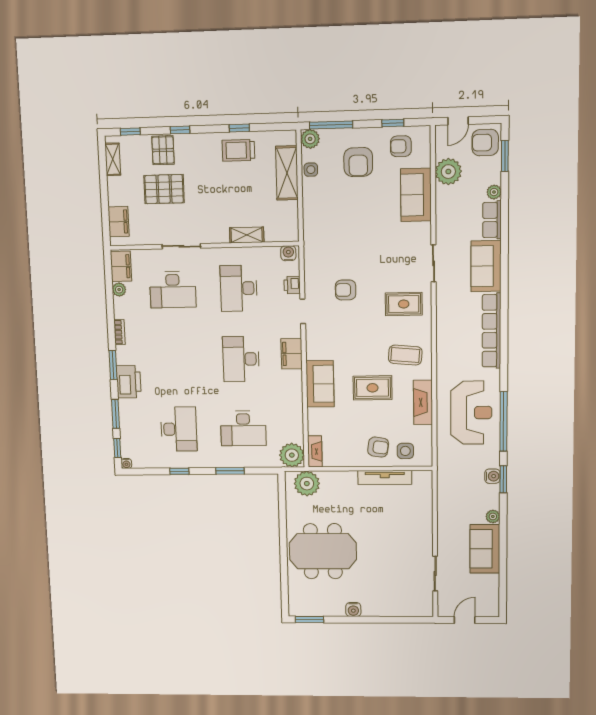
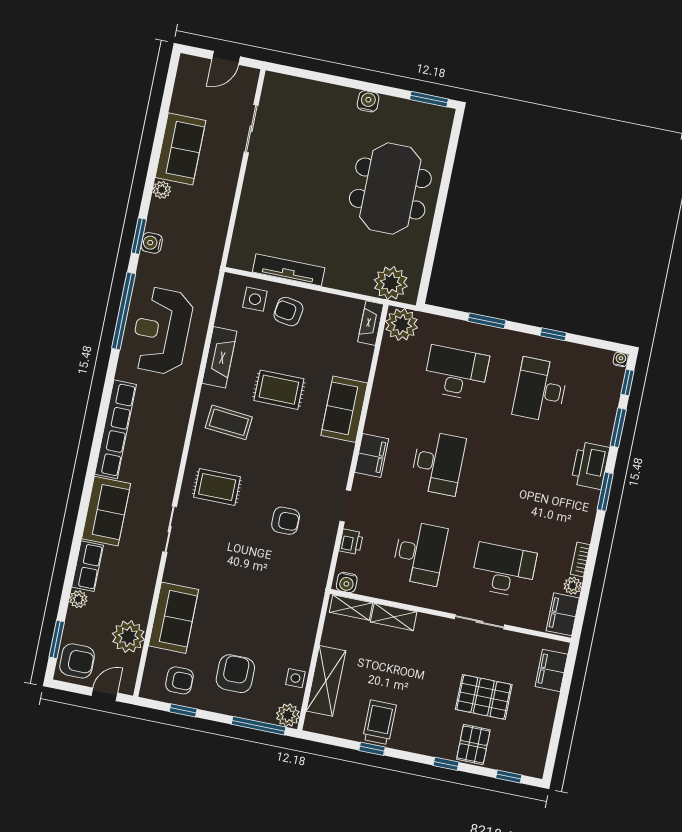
trolley: (238, 150) -> (379, 722), turned -90
shelving: (113, 159) -> (351, 608), moved, turned 90
bookcase: (120, 332) -> (580, 559), moved
meeting table: (323, 551) -> (390, 188), turned 90

